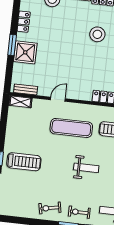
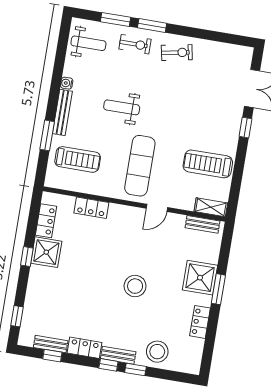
stool: (97, 34) -> (135, 286), moved
exercise mat: (71, 128) -> (140, 166), turned 90
treadmill: (24, 162) -> (208, 164), moved

